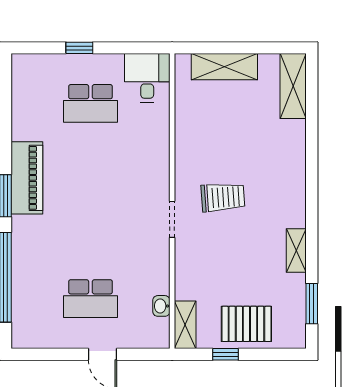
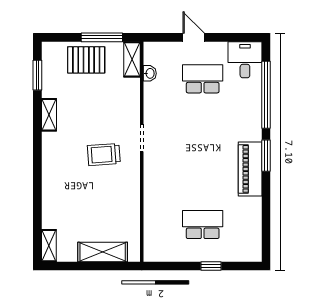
desk: (147, 78) -> (245, 60), moved, turned 180
shelving: (293, 86) -> (49, 246), width x0.67, depth x0.75
window: (226, 354) -> (102, 37), width x2.17

